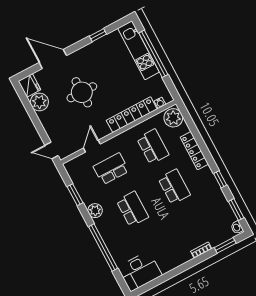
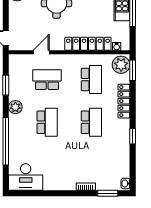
window: (236, 210) -> (133, 70), moved

